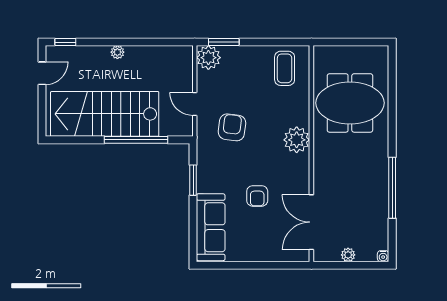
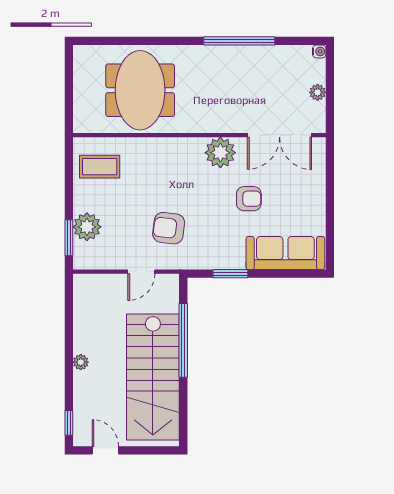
plant: (208, 58) -> (87, 227), moved
plant: (297, 140) -> (220, 153), moved

